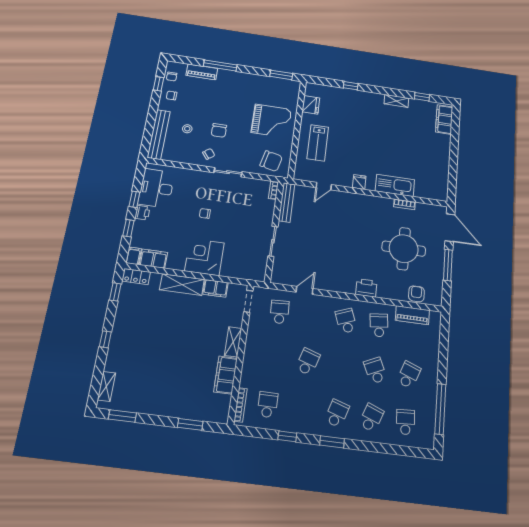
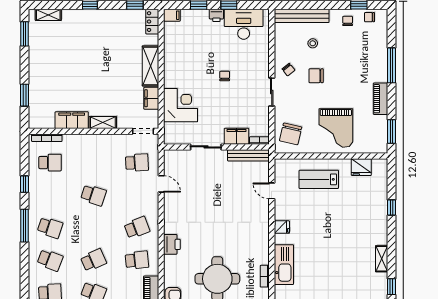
piano: (202, 72) -> (380, 99), moved
corner desk: (204, 257) -> (181, 105), moved
filing cabinet: (153, 259) -> (236, 136), moved, turned -90
window: (332, 442) -> (25, 226), width x1.44

